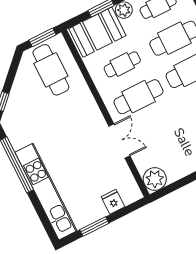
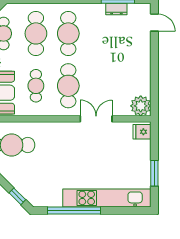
fridge: (113, 202) -> (142, 132), moved

